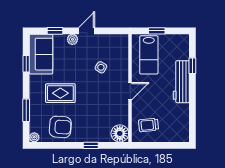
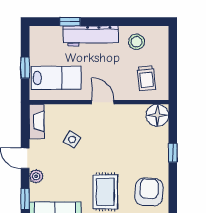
fireplace: (115, 40) -> (37, 121), added
stool: (177, 117) -> (137, 42), added

